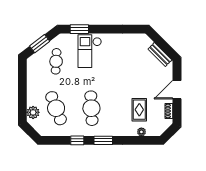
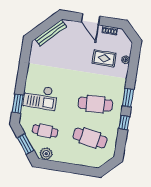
bench: (160, 55) -> (51, 33), width x1.36
cafe table: (56, 108) -> (90, 138), turned 30
plant: (33, 112) -> (46, 154), moved

